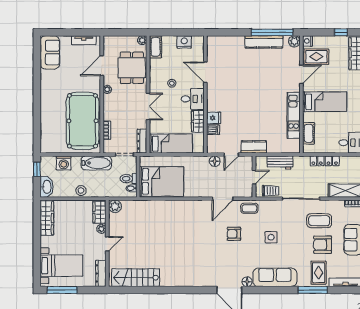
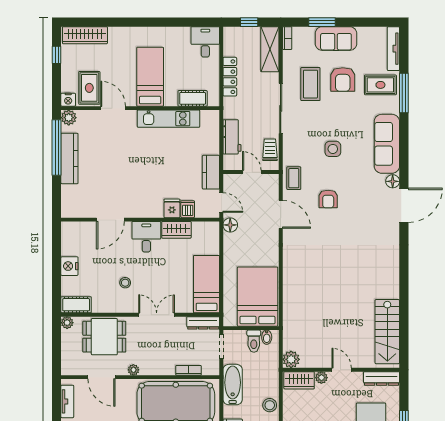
door: (205, 72) -> (110, 220), moved
wall: (205, 94) -> (140, 220), moved
desk: (193, 99) -> (146, 237), moved
fridge: (214, 118) -> (172, 208), moved
wardrobe: (198, 121) -> (176, 230), moved
dishwasher: (213, 130) -> (188, 209), moved

